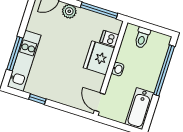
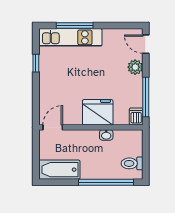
dishwasher: (109, 38) -> (136, 117), moved
toilet: (142, 38) -> (132, 163), moved
washbasin: (118, 69) -> (106, 135), moved

